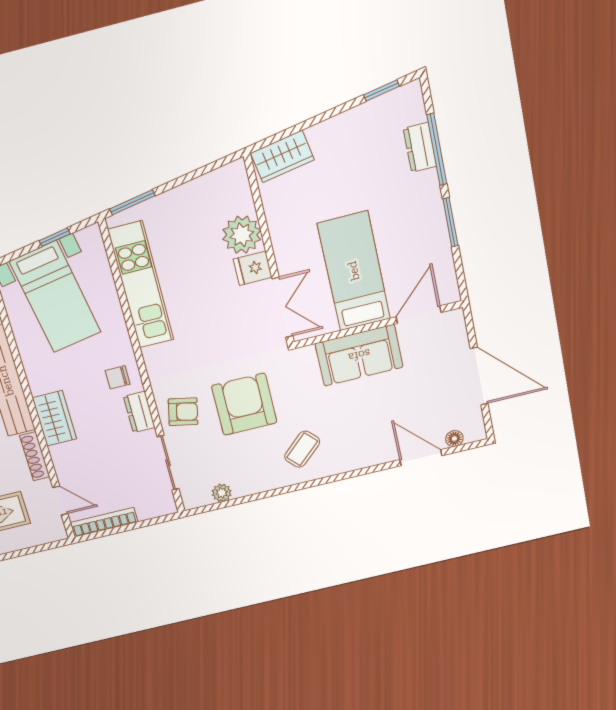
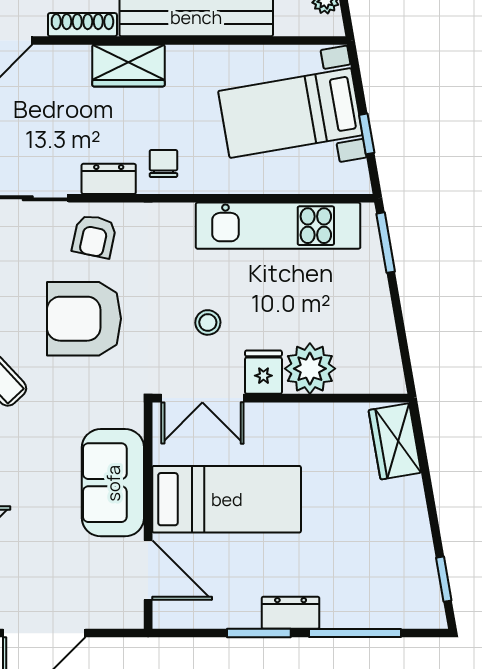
dresser: (420, 147) -> (291, 613), moved
stool: (226, 317) -> (208, 322), added
armchair: (244, 404) -> (84, 319), turned 180

